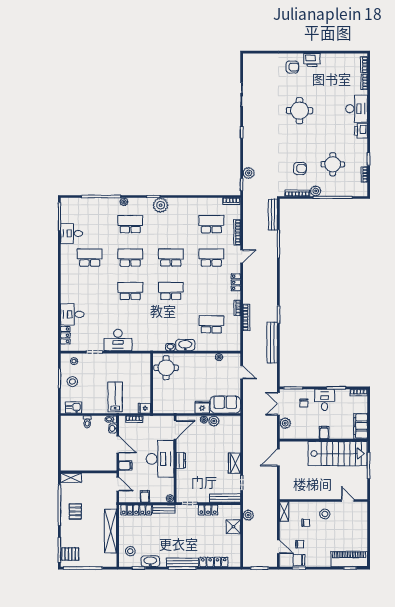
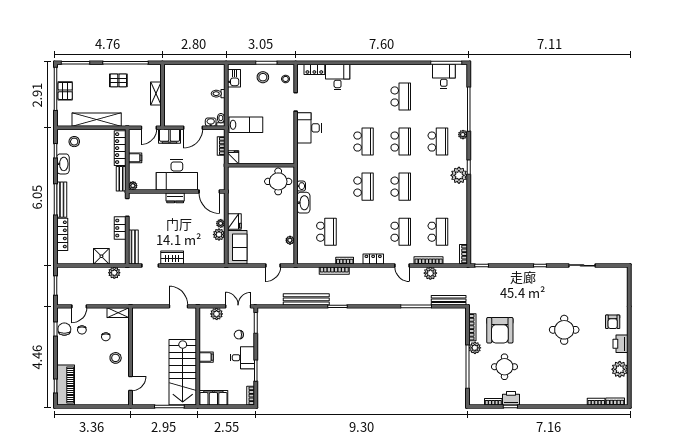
plant: (335, 61) -> (620, 369), added
desk: (357, 109) -> (566, 393), removed
printer: (361, 131) -> (511, 398), moved
armchair: (300, 168) -> (500, 330), width x1.88, depth x1.88
plant: (249, 173) -> (430, 273), moved
desk: (72, 233) -> (444, 76), moved
filing cabinet: (125, 465) -> (170, 136), width x2.00
shelving: (71, 478) -> (156, 93), moved
pallet: (70, 554) -> (65, 91), moved

